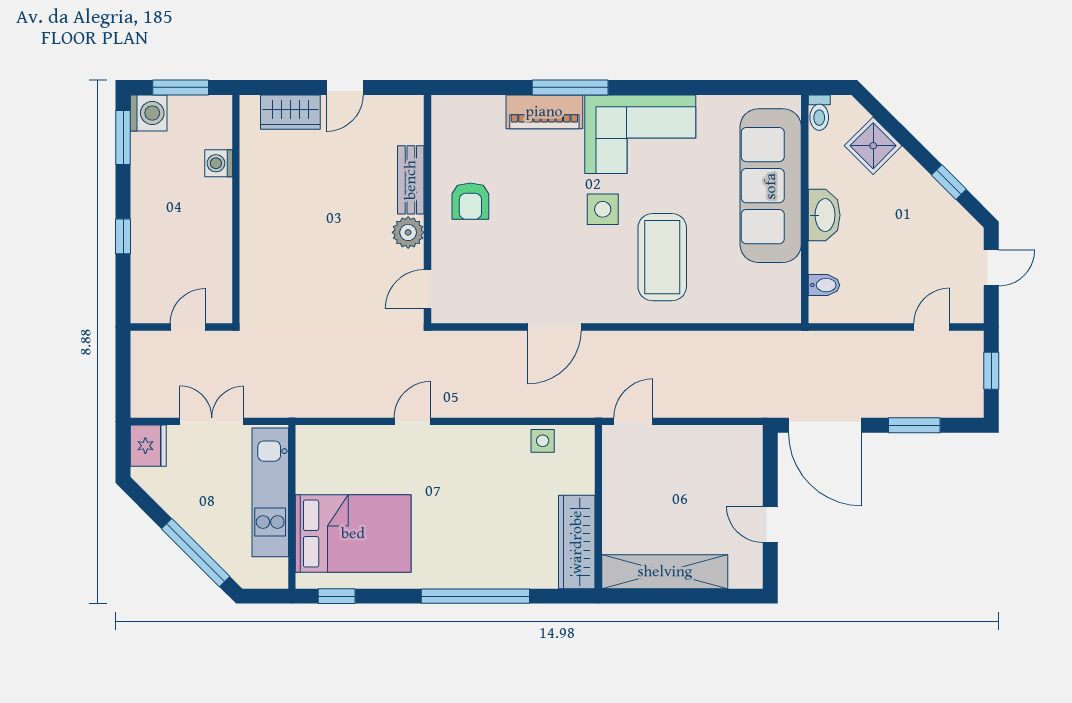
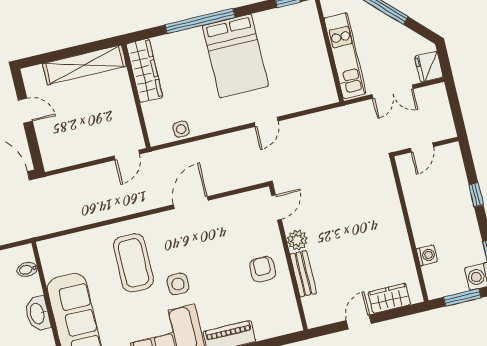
bed: (353, 534) -> (235, 56), moved, turned -90

